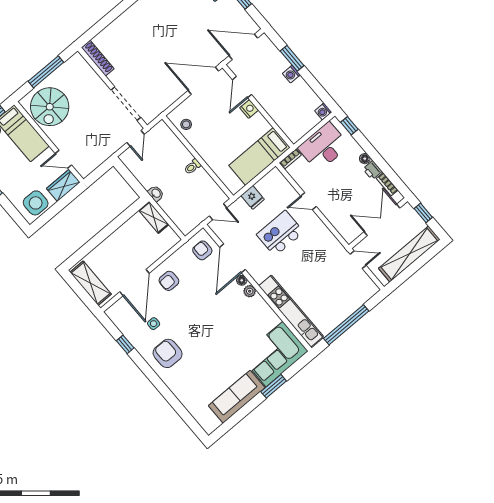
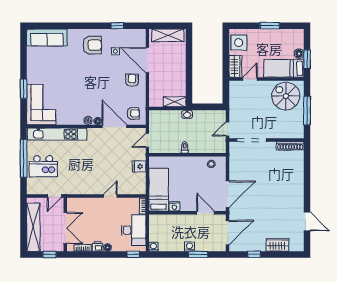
nightstand: (249, 109) -> (174, 206), moved
door: (135, 138) -> (227, 129), hinge flipped
kitchen island: (280, 233) -> (43, 166), moved, turned 90
sofa: (237, 397) -> (47, 37), moved, turned 90

